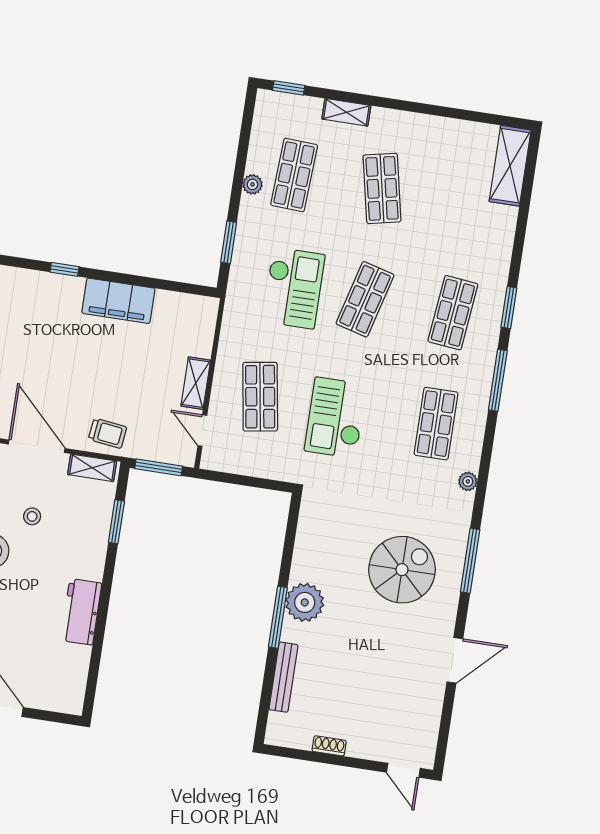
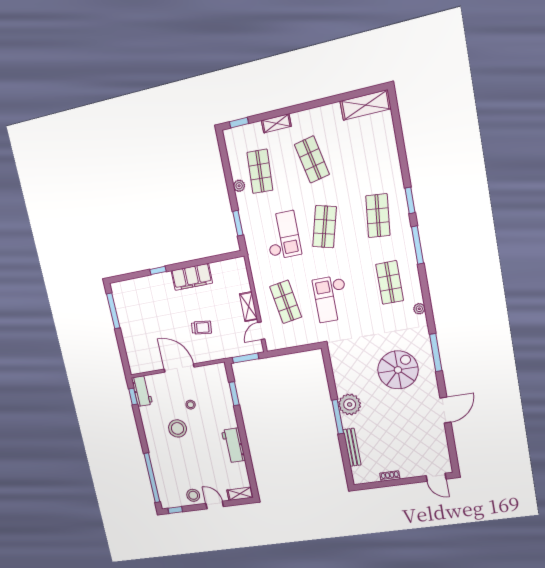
shelving: (510, 166) -> (365, 105), moved, turned 90
door: (202, 431) -> (261, 331), hinge flipped
trolley: (108, 433) -> (201, 328), moved
shelving: (92, 468) -> (240, 494), moved

